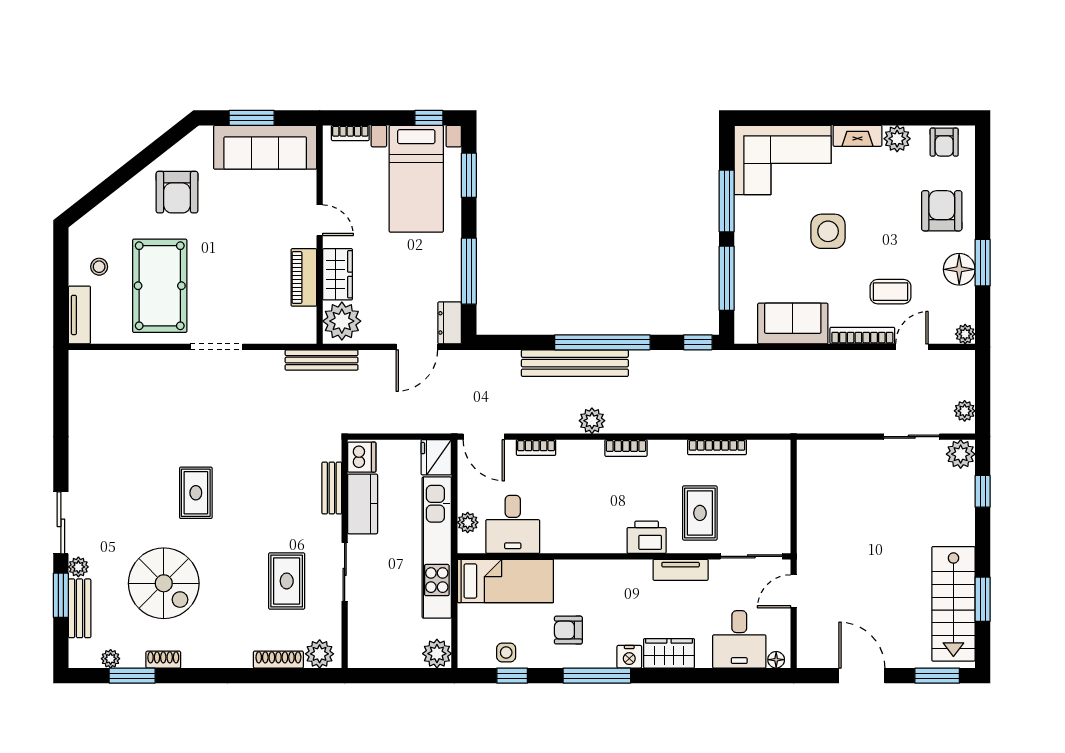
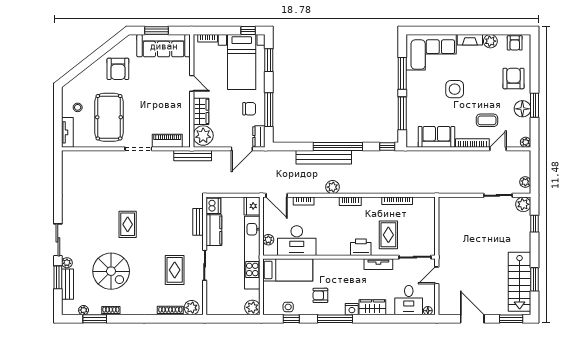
chair: (431, 269) -> (249, 109), added
piano: (304, 277) -> (167, 141), moved, turned 90
desk: (513, 524) -> (297, 241), width x1.37

